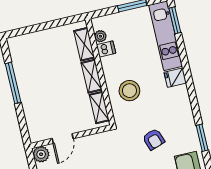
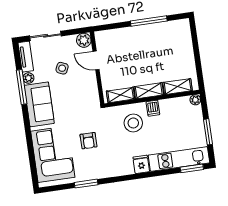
plant: (100, 36) -> (195, 100), moved
dishwasher: (106, 49) -> (153, 108), moved
armchair: (154, 139) -> (88, 141), turned -71

